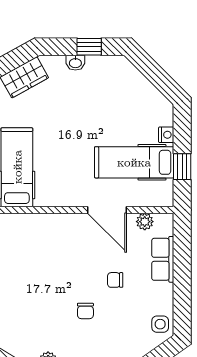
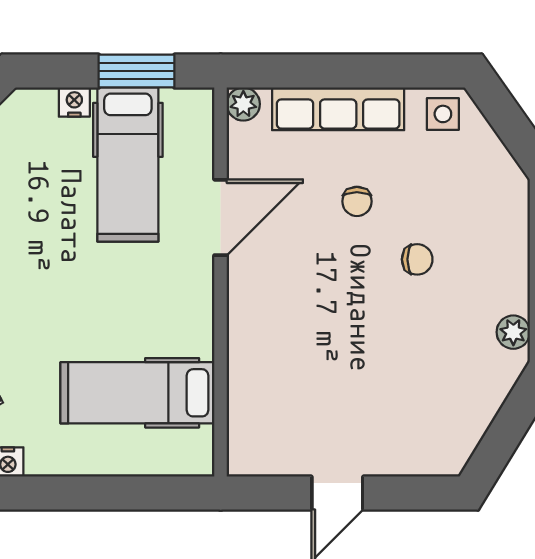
window: (182, 167) -> (137, 71), width x1.50
plant: (145, 222) -> (243, 104), moved
row of seats: (163, 259) -> (338, 109), width x1.48

